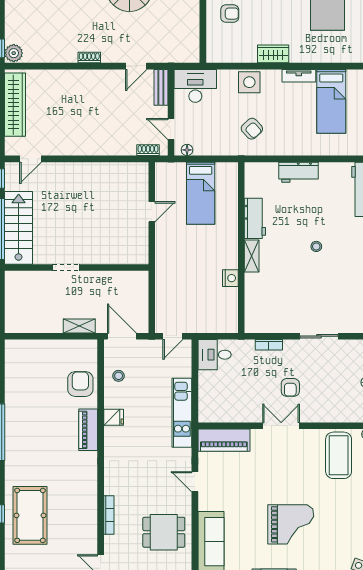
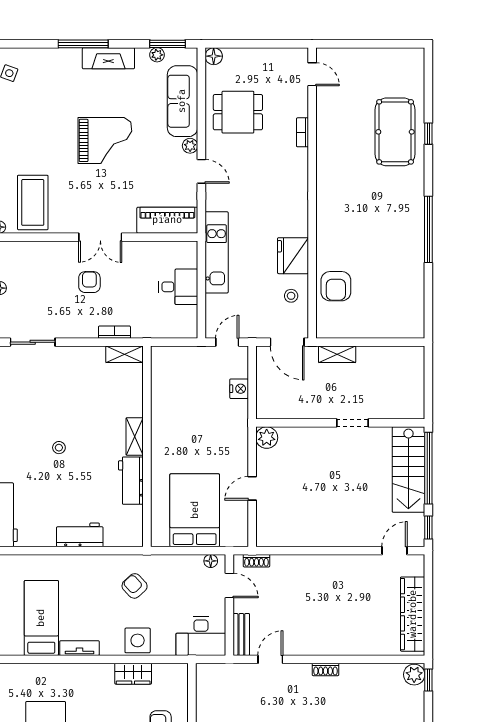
wardrobe: (273, 54) -> (133, 674), moved
bed: (201, 193) -> (195, 510), width x1.50
plant: (139, 255) -> (267, 438), added
nightstand: (230, 278) -> (239, 389), moved, turned 180
shelving: (260, 326) -> (125, 354), added
sliding door: (319, 336) -> (33, 342), moved
desk: (215, 355) -> (178, 287), moved
fridge: (114, 417) -> (293, 256), width x1.88, depth x1.34
piano: (88, 430) -> (327, 232), removed
plant: (205, 504) -> (190, 146), added
bookcase: (109, 515) -> (302, 132), width x0.64
grand piano: (291, 524) -> (105, 140), moved, turned 180

